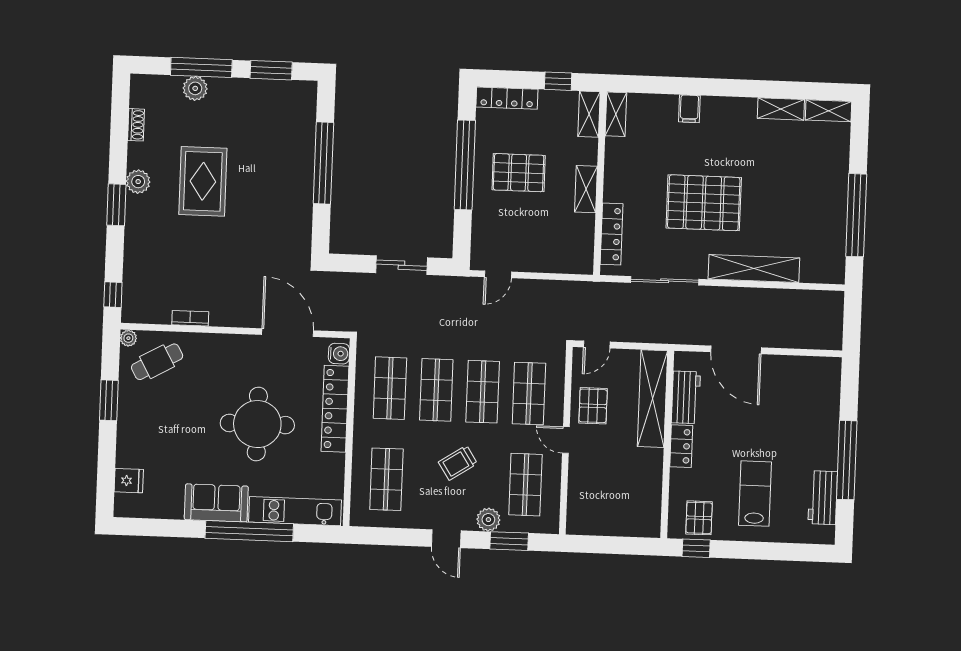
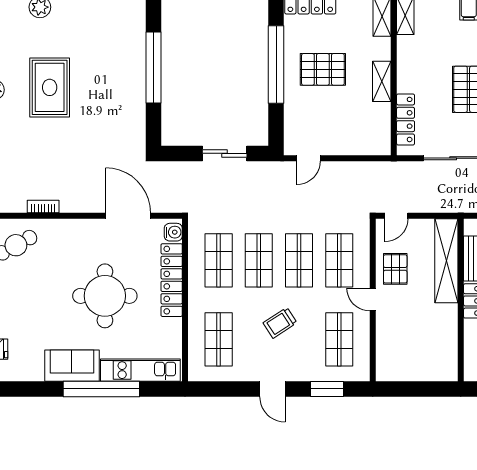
plant: (488, 520) -> (308, 371), removed

